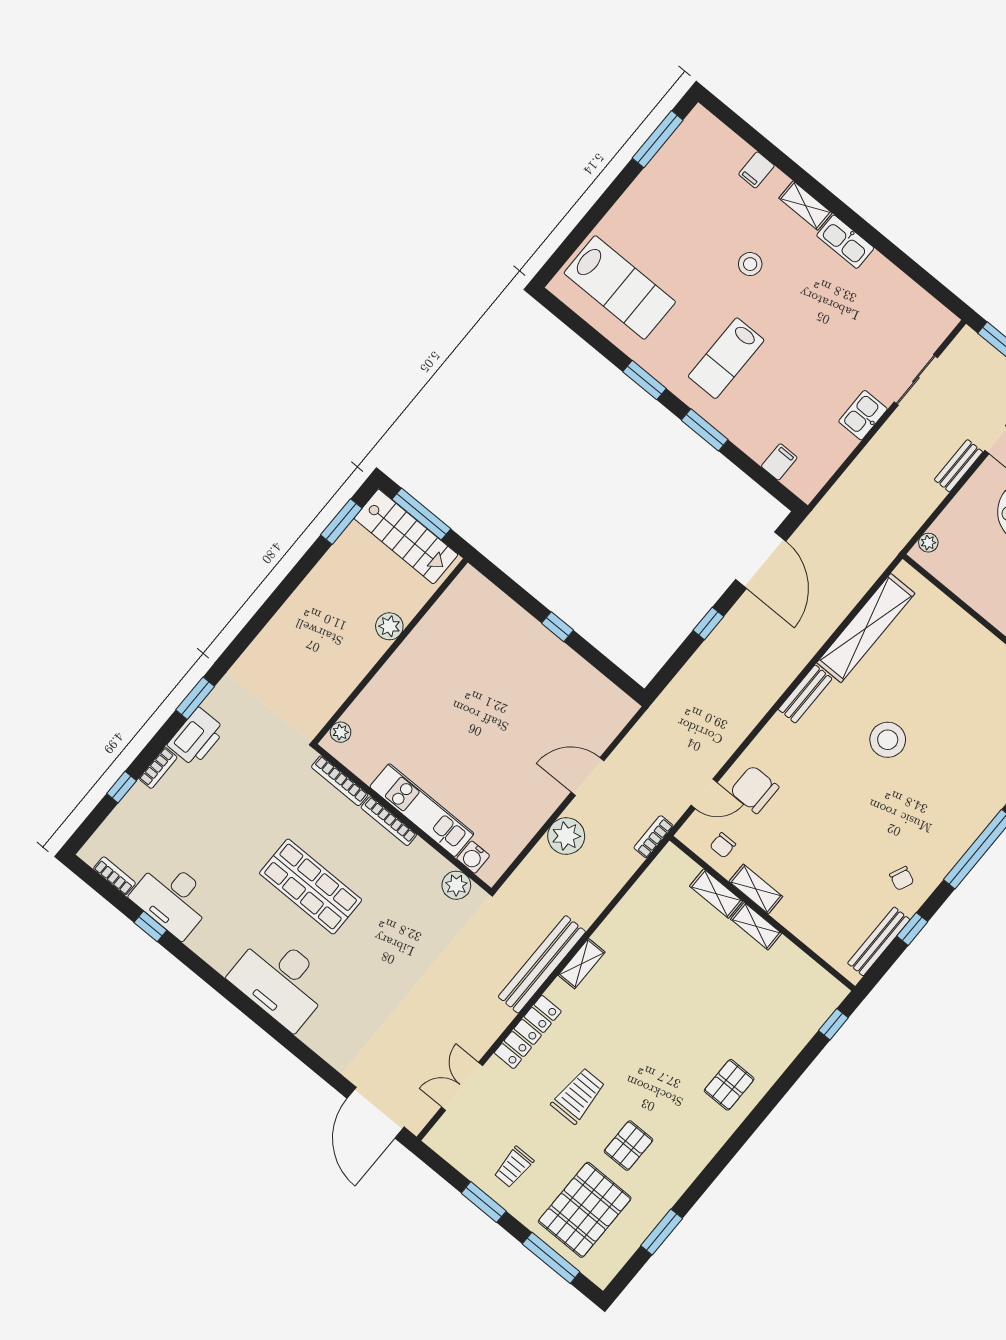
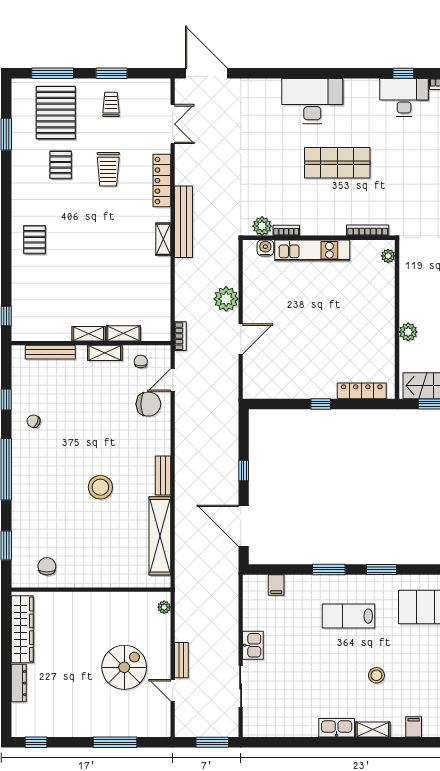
lab bench: (726, 358) -> (348, 616), turned -90
locker: (498, 603) -> (362, 391), added
bookcase: (389, 821) -> (286, 230), moved, width x0.64
bench: (879, 941) -> (50, 352), moved, turned 90

